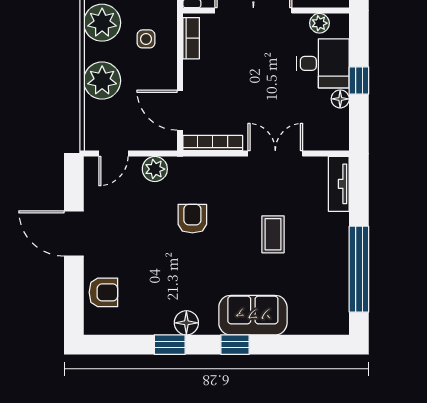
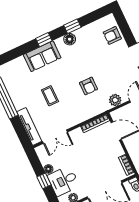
double door: (275, 154) -> (55, 137), moved
tv unit: (339, 184) -> (29, 127), width x1.41

